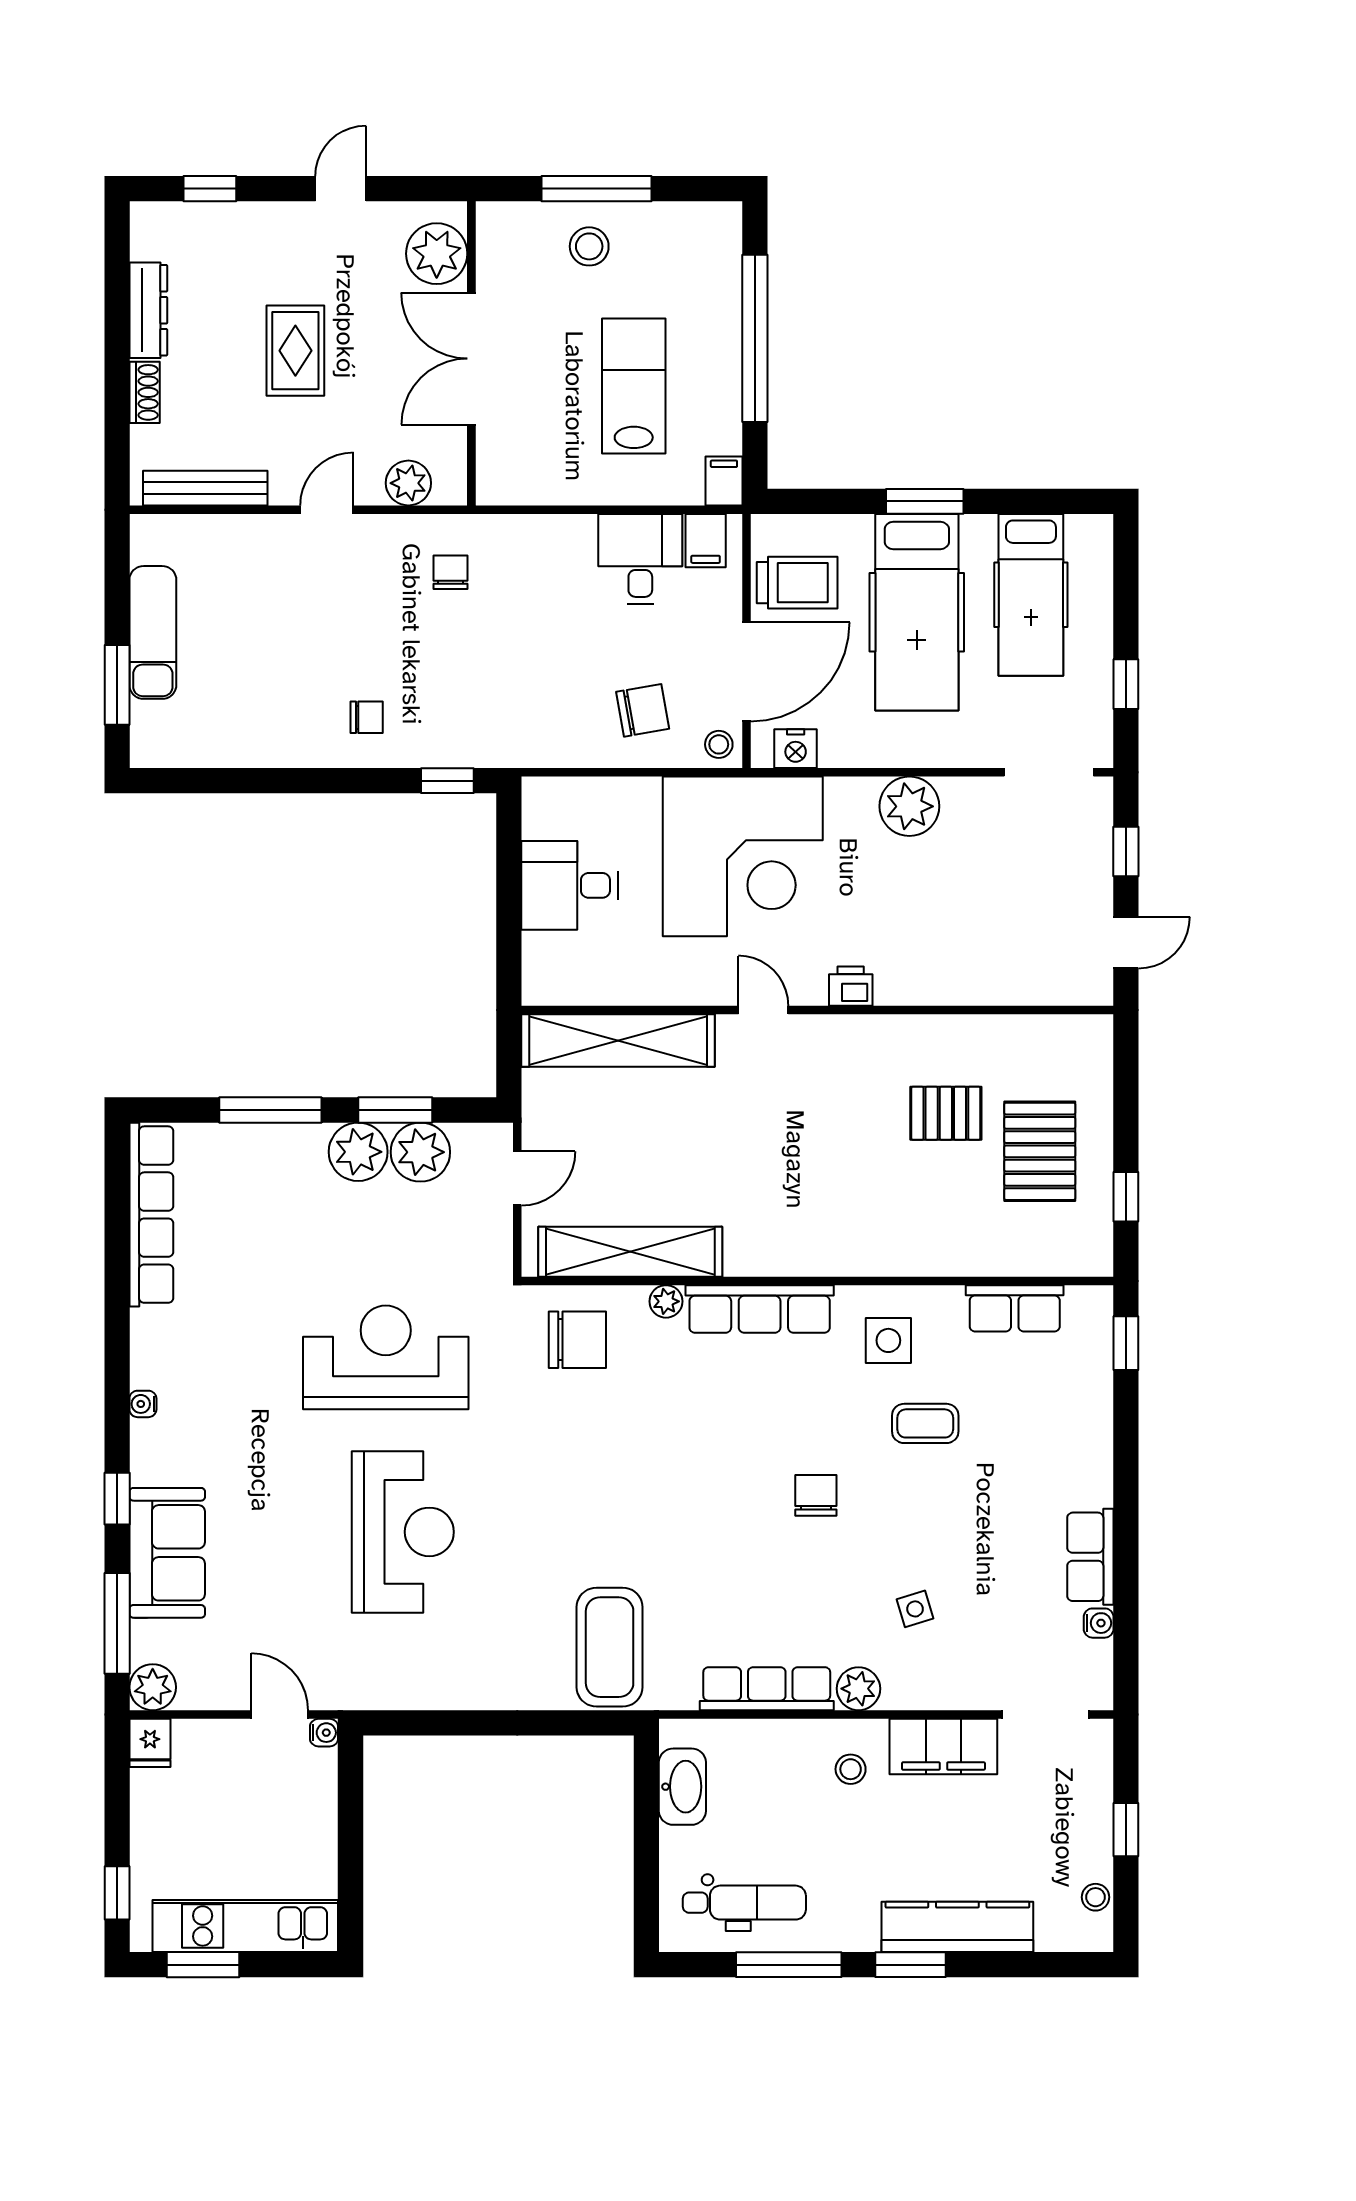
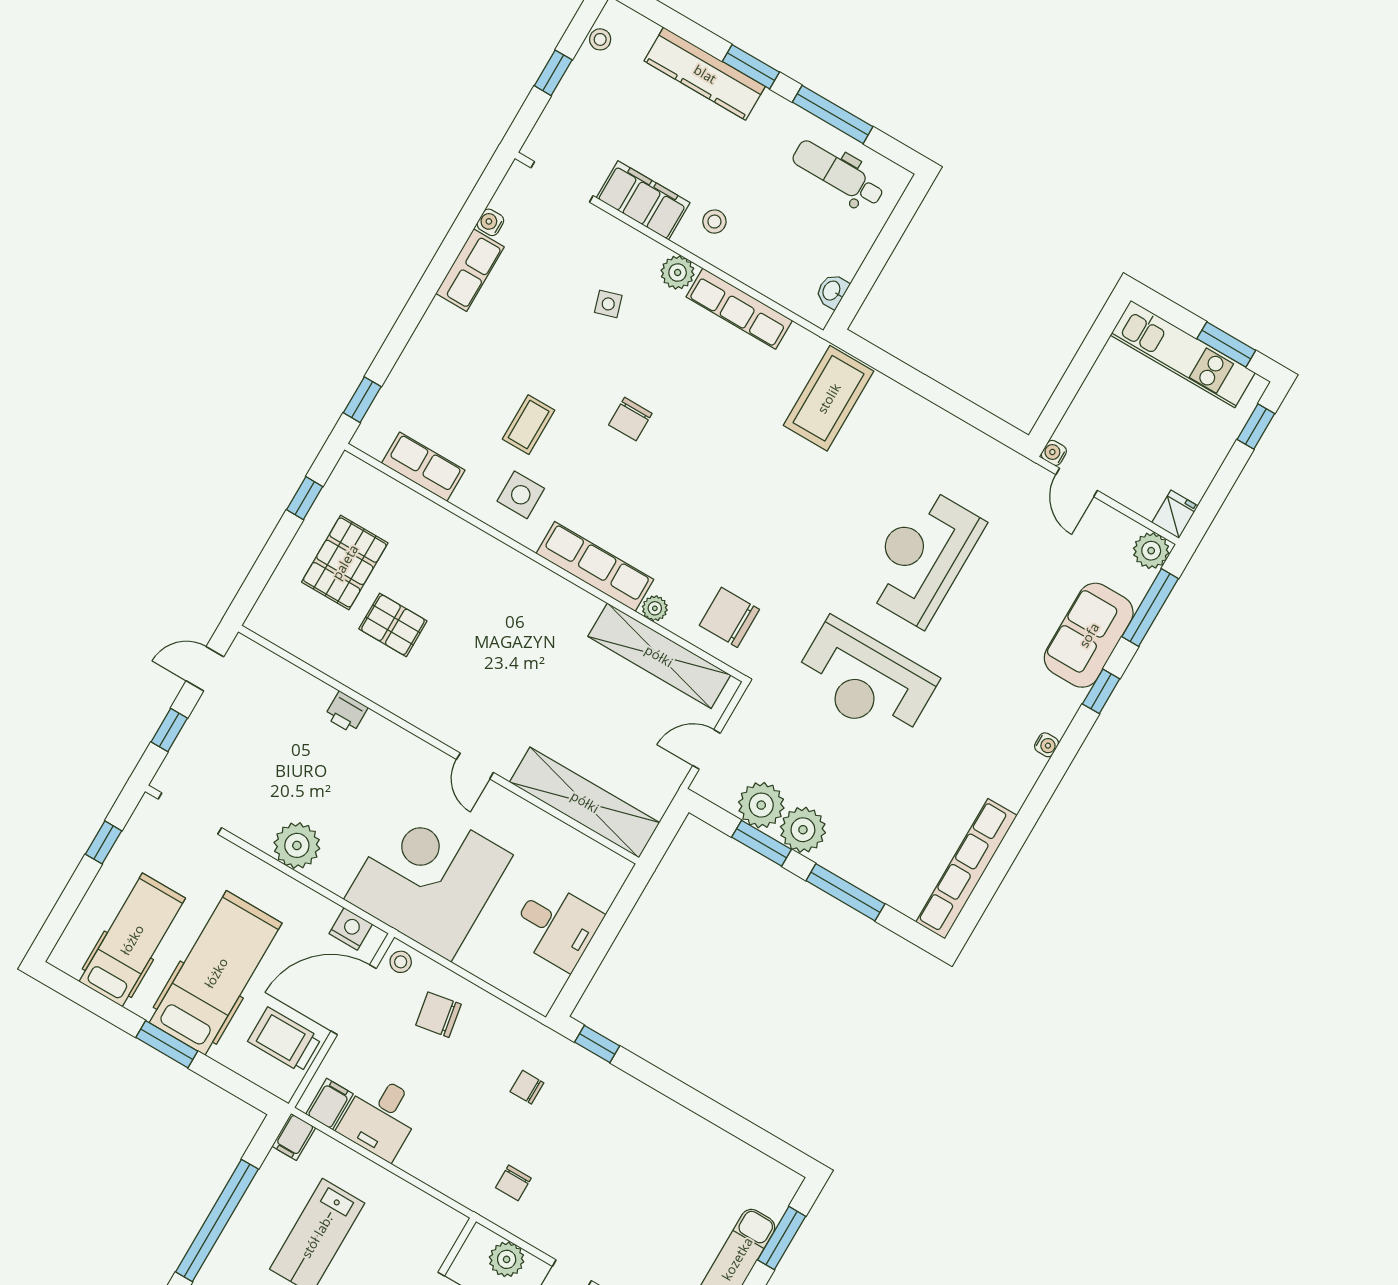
chair: (367, 717) -> (527, 1087), moved
printer: (851, 986) -> (346, 712), moved
coffee table: (925, 1423) -> (529, 425), turned 90
washbasin: (682, 1787) -> (832, 291), width x0.52, depth x0.69

